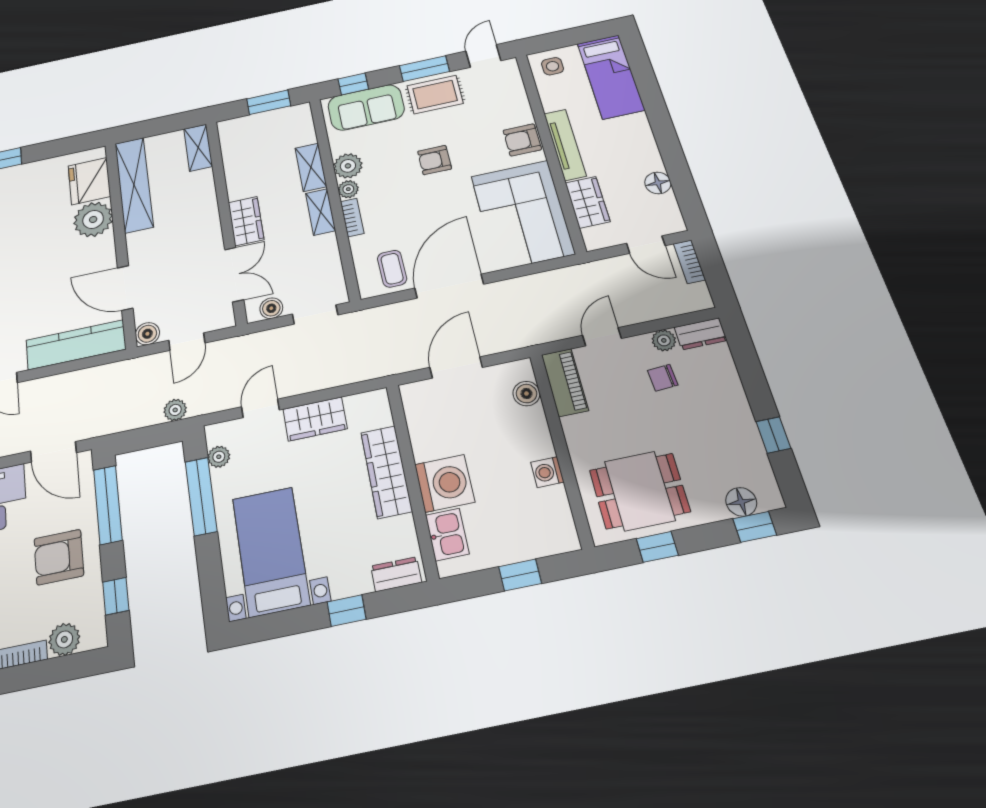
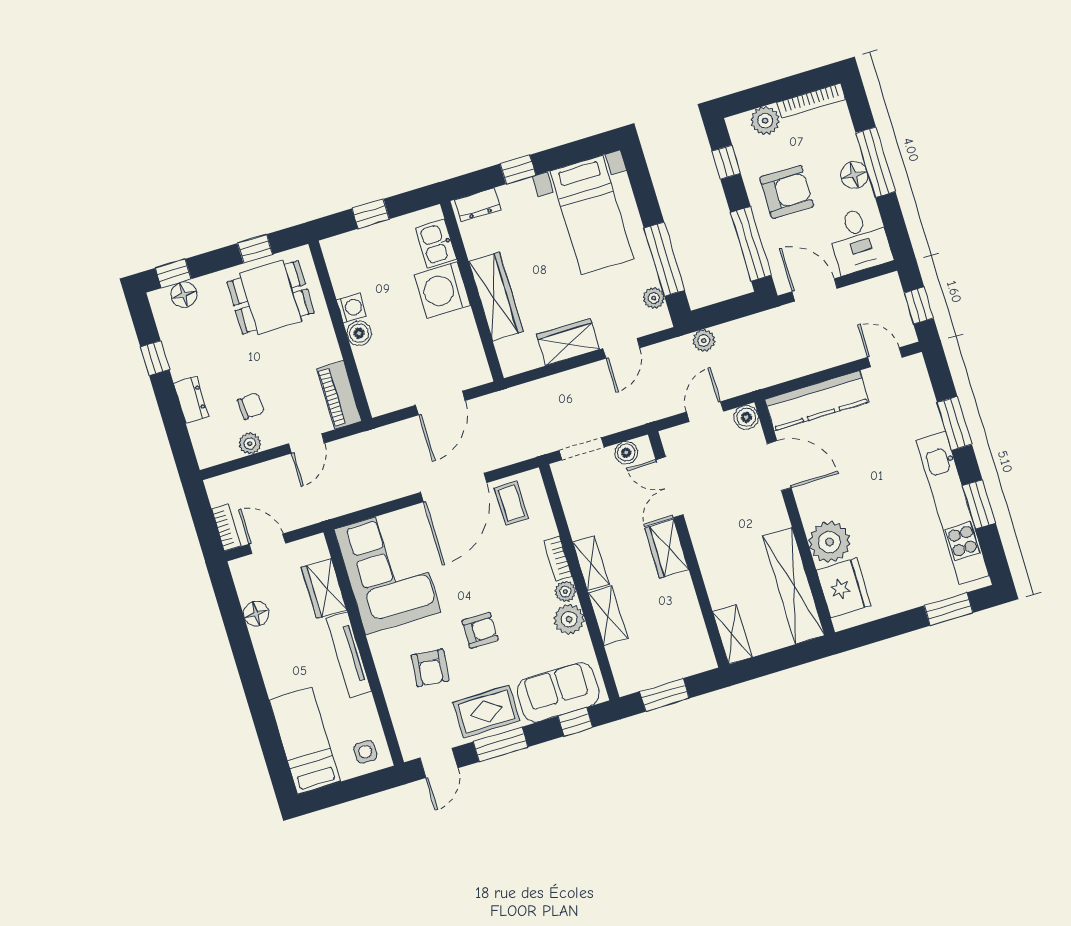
armchair: (522, 140) -> (430, 668), moved, turned 96
dresser: (701, 334) -> (191, 400), moved, turned 90
boiler: (526, 394) -> (359, 333), moved

